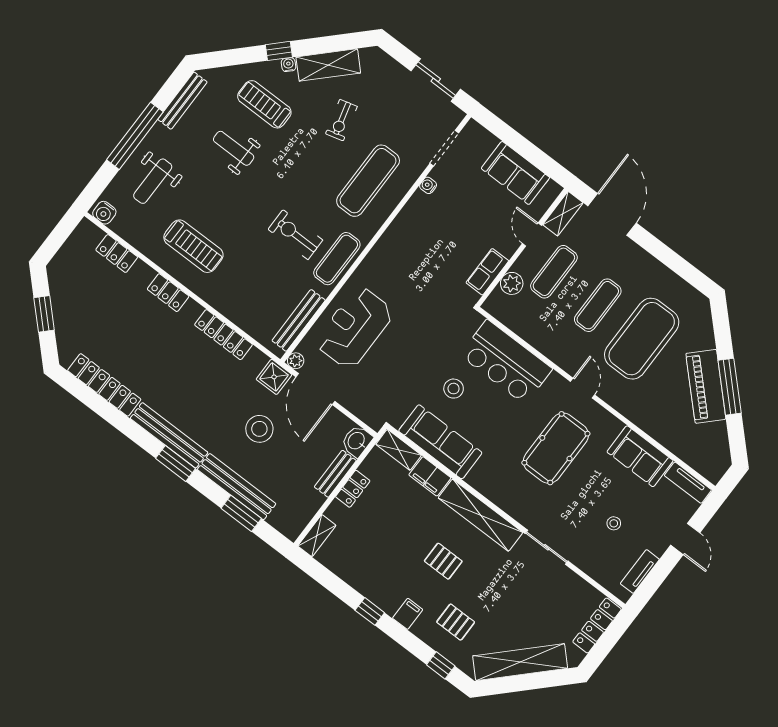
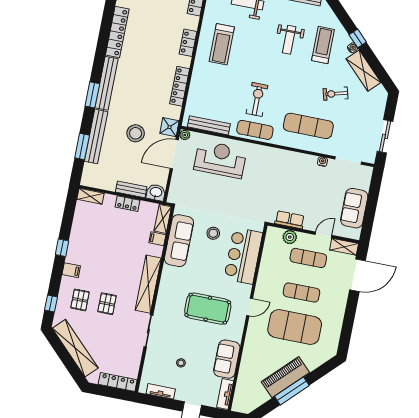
weight bench: (234, 148) -> (289, 40), turned 180
filing cabinet: (430, 476) -> (157, 239), width x0.50
pallet: (443, 561) -> (107, 304), moved

